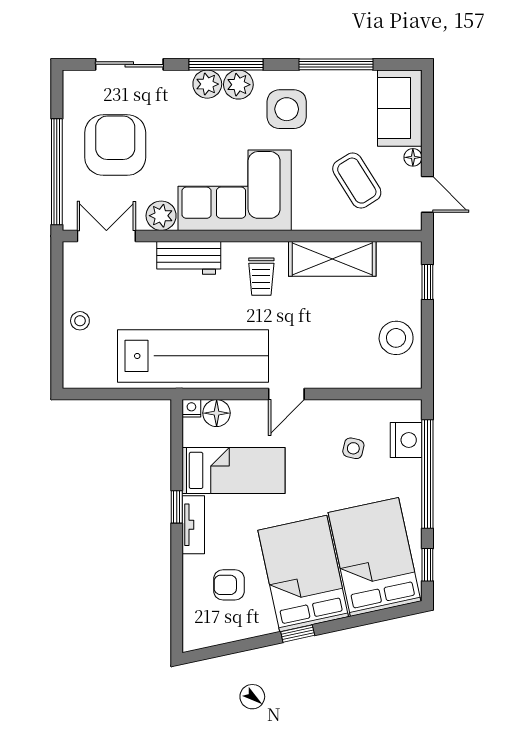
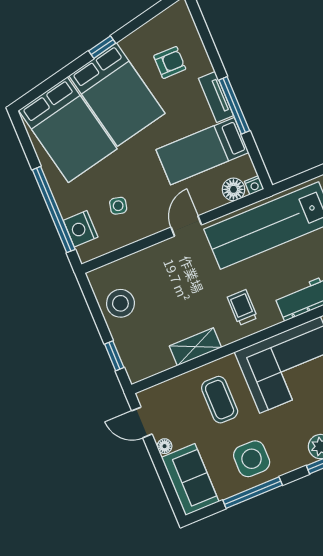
side table: (287, 109) -> (252, 459), moved
coffee table: (357, 181) -> (220, 400), moved, turned 32
shelving: (332, 259) -> (195, 347), width x0.67, depth x0.75
window: (177, 507) -> (234, 105), width x2.17
window: (427, 565) -> (25, 140), removed

